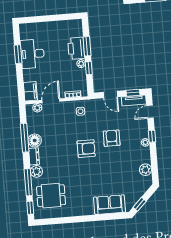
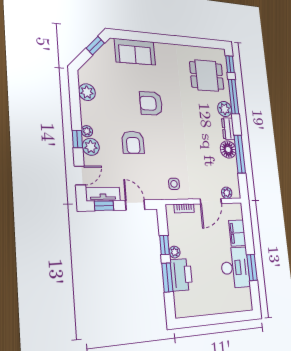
filing cabinet: (30, 91) -> (237, 233), moved
plant: (143, 132) -> (91, 147), added
armchair: (86, 149) -> (151, 103), moved

